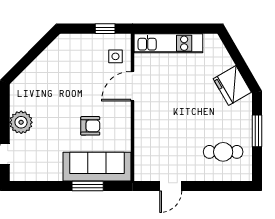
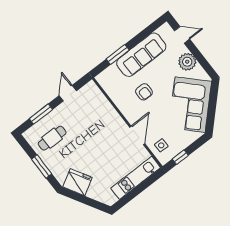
corner sofa: (53, 75) -> (190, 105), added
armchair: (90, 126) -> (144, 92), turned -90
sofa: (97, 167) -> (141, 55), moved
window: (215, 186) -> (41, 114), added

